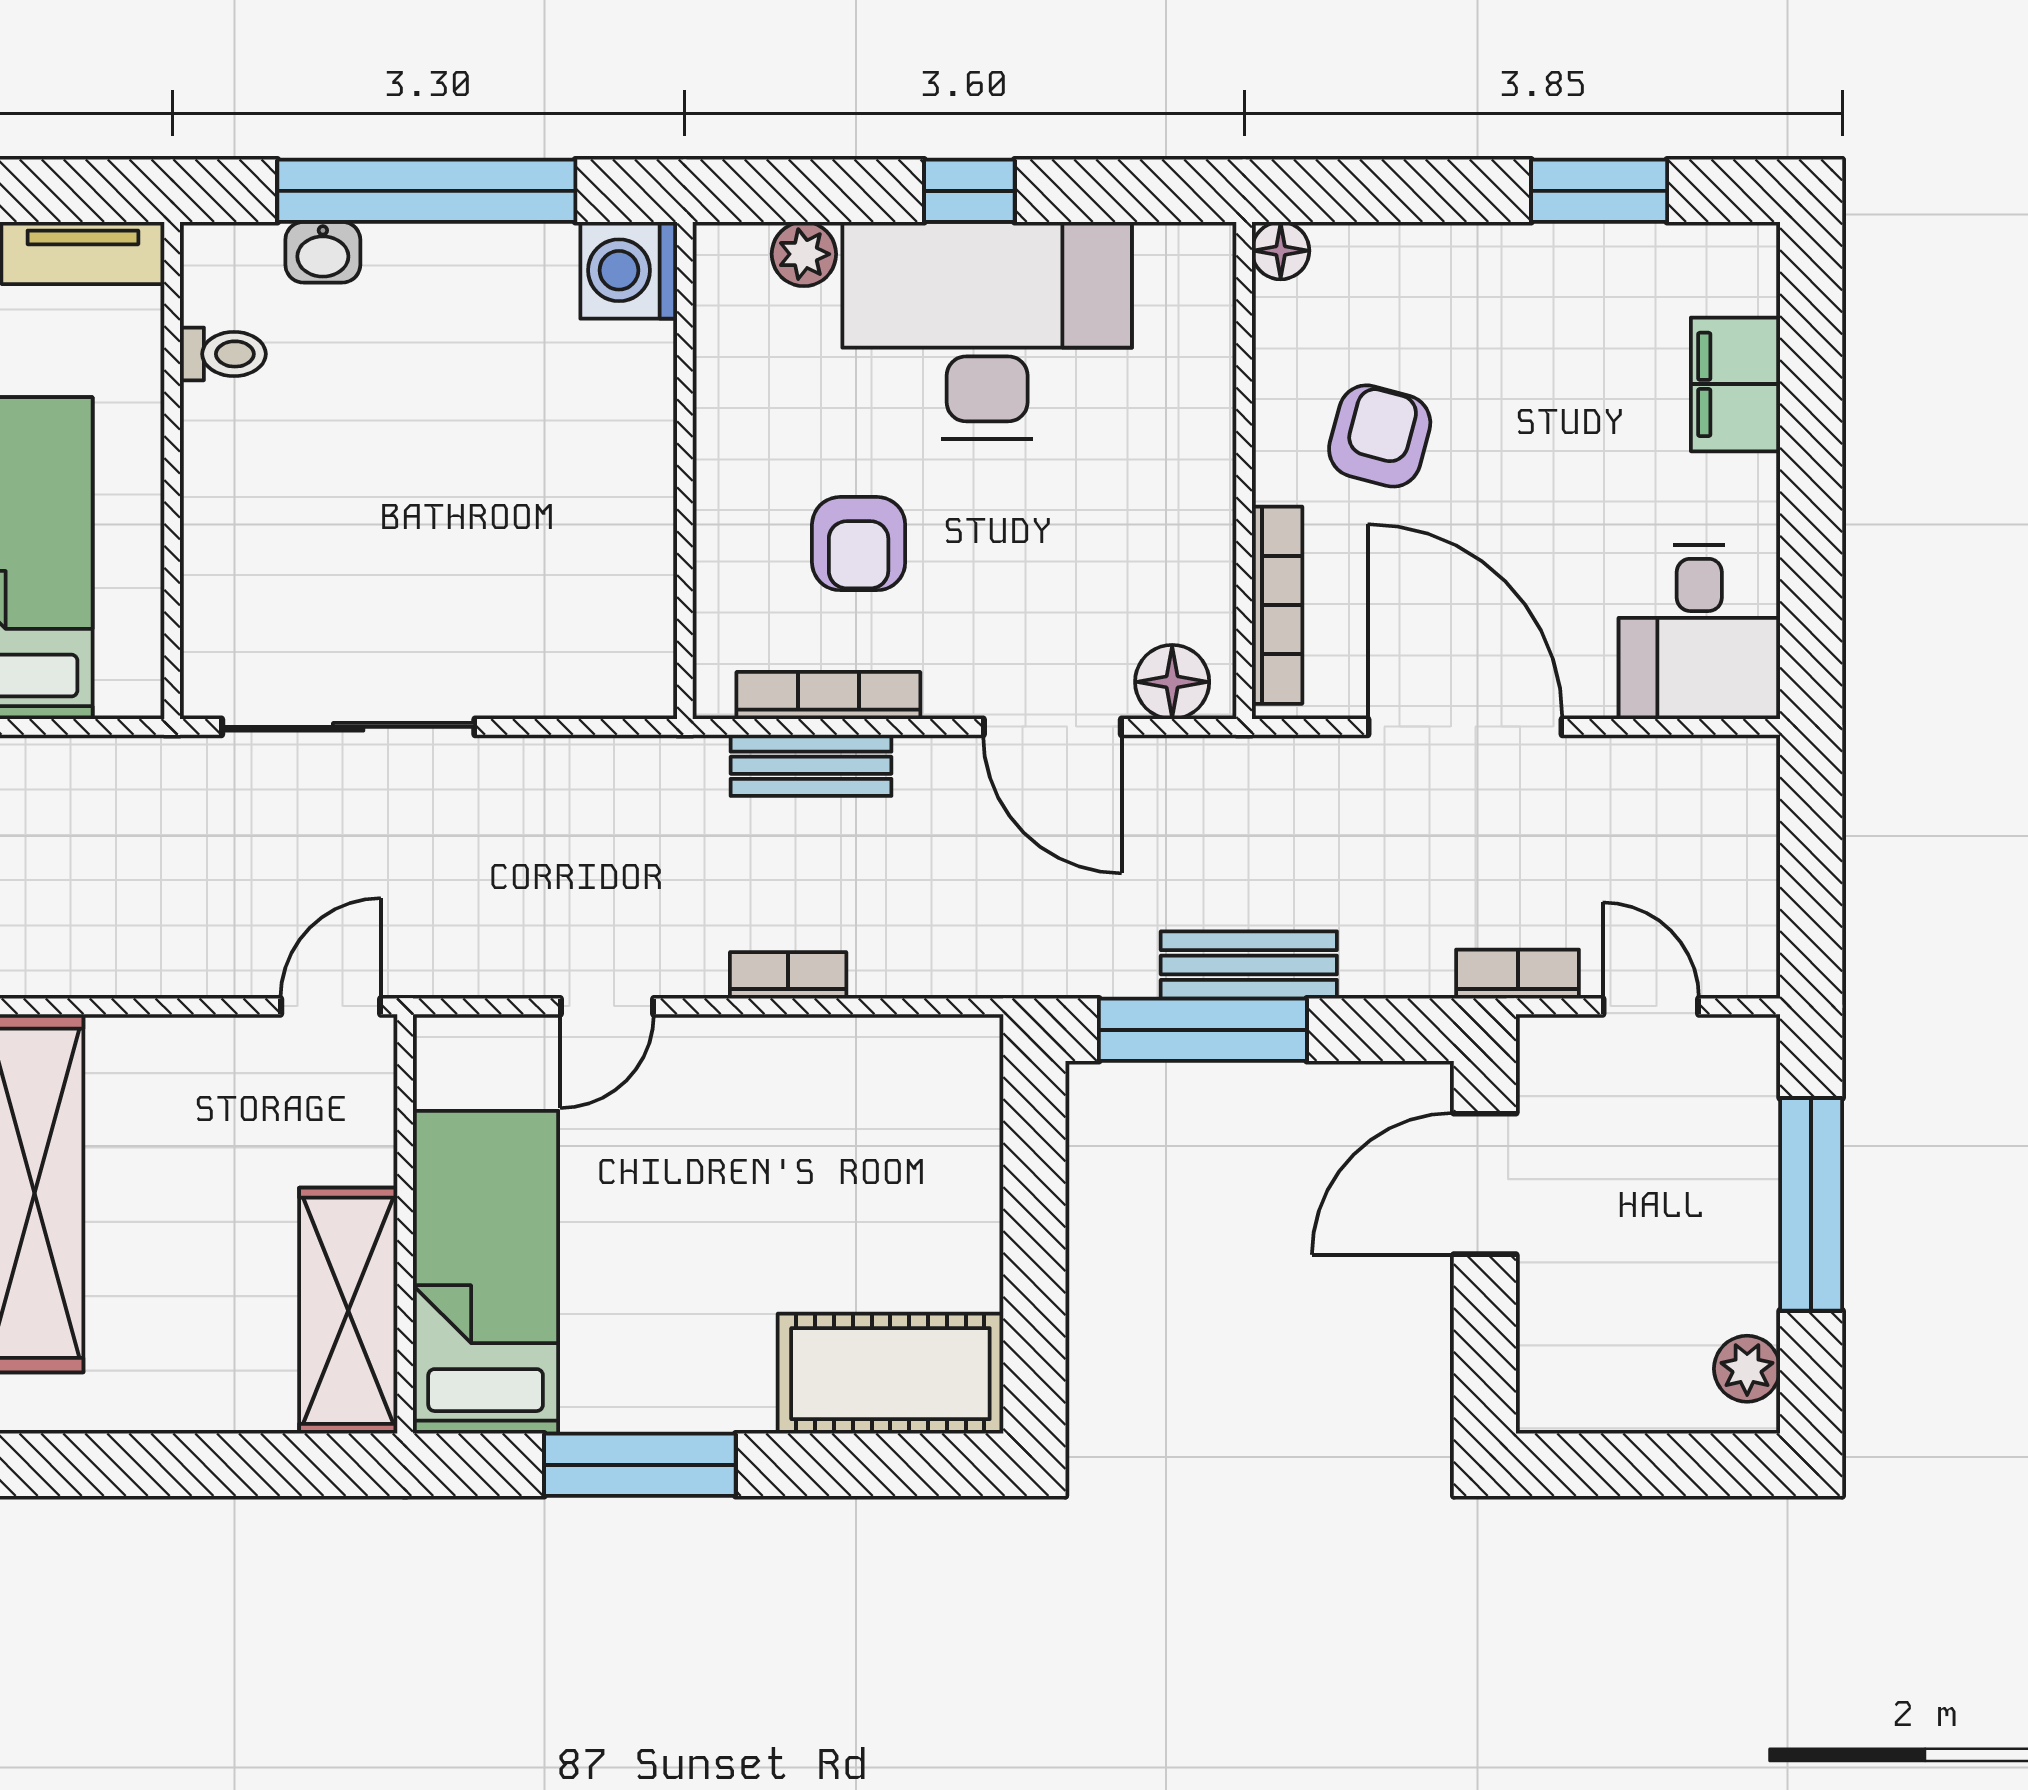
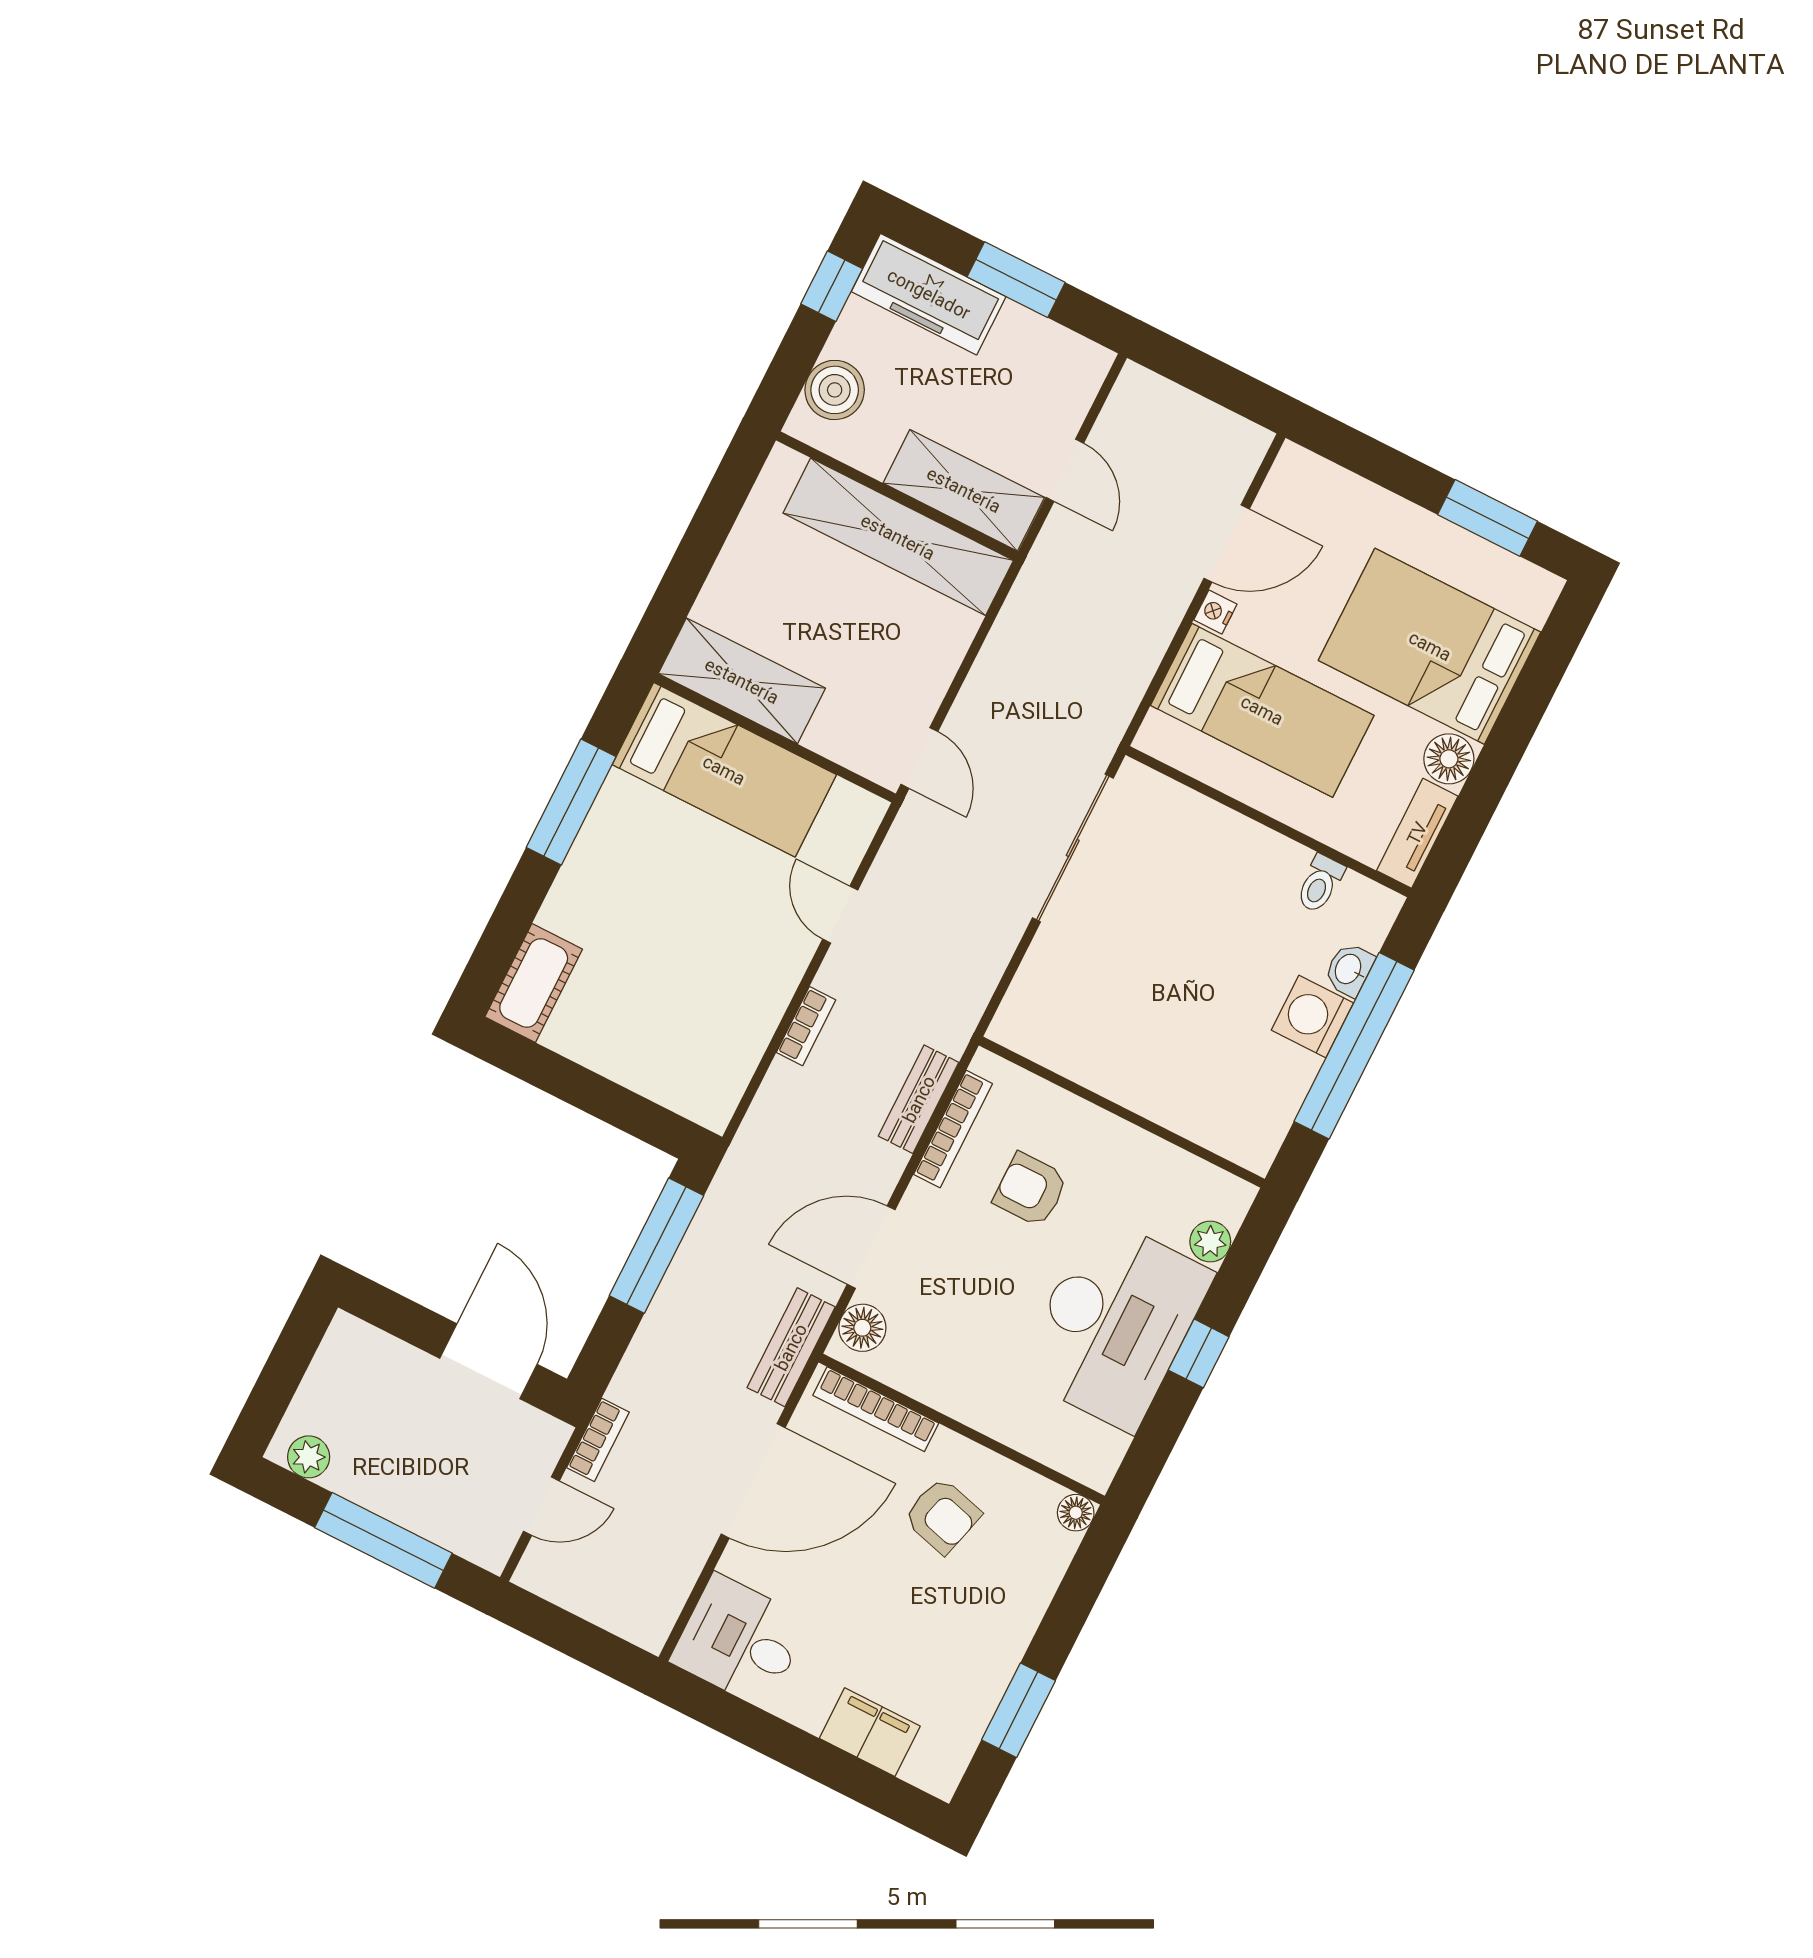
washing machine: (629, 270) -> (1312, 1017), moved, turned -90
bench: (1249, 965) -> (791, 1347), moved
cot: (890, 1374) -> (534, 983), width x0.73, depth x0.75

